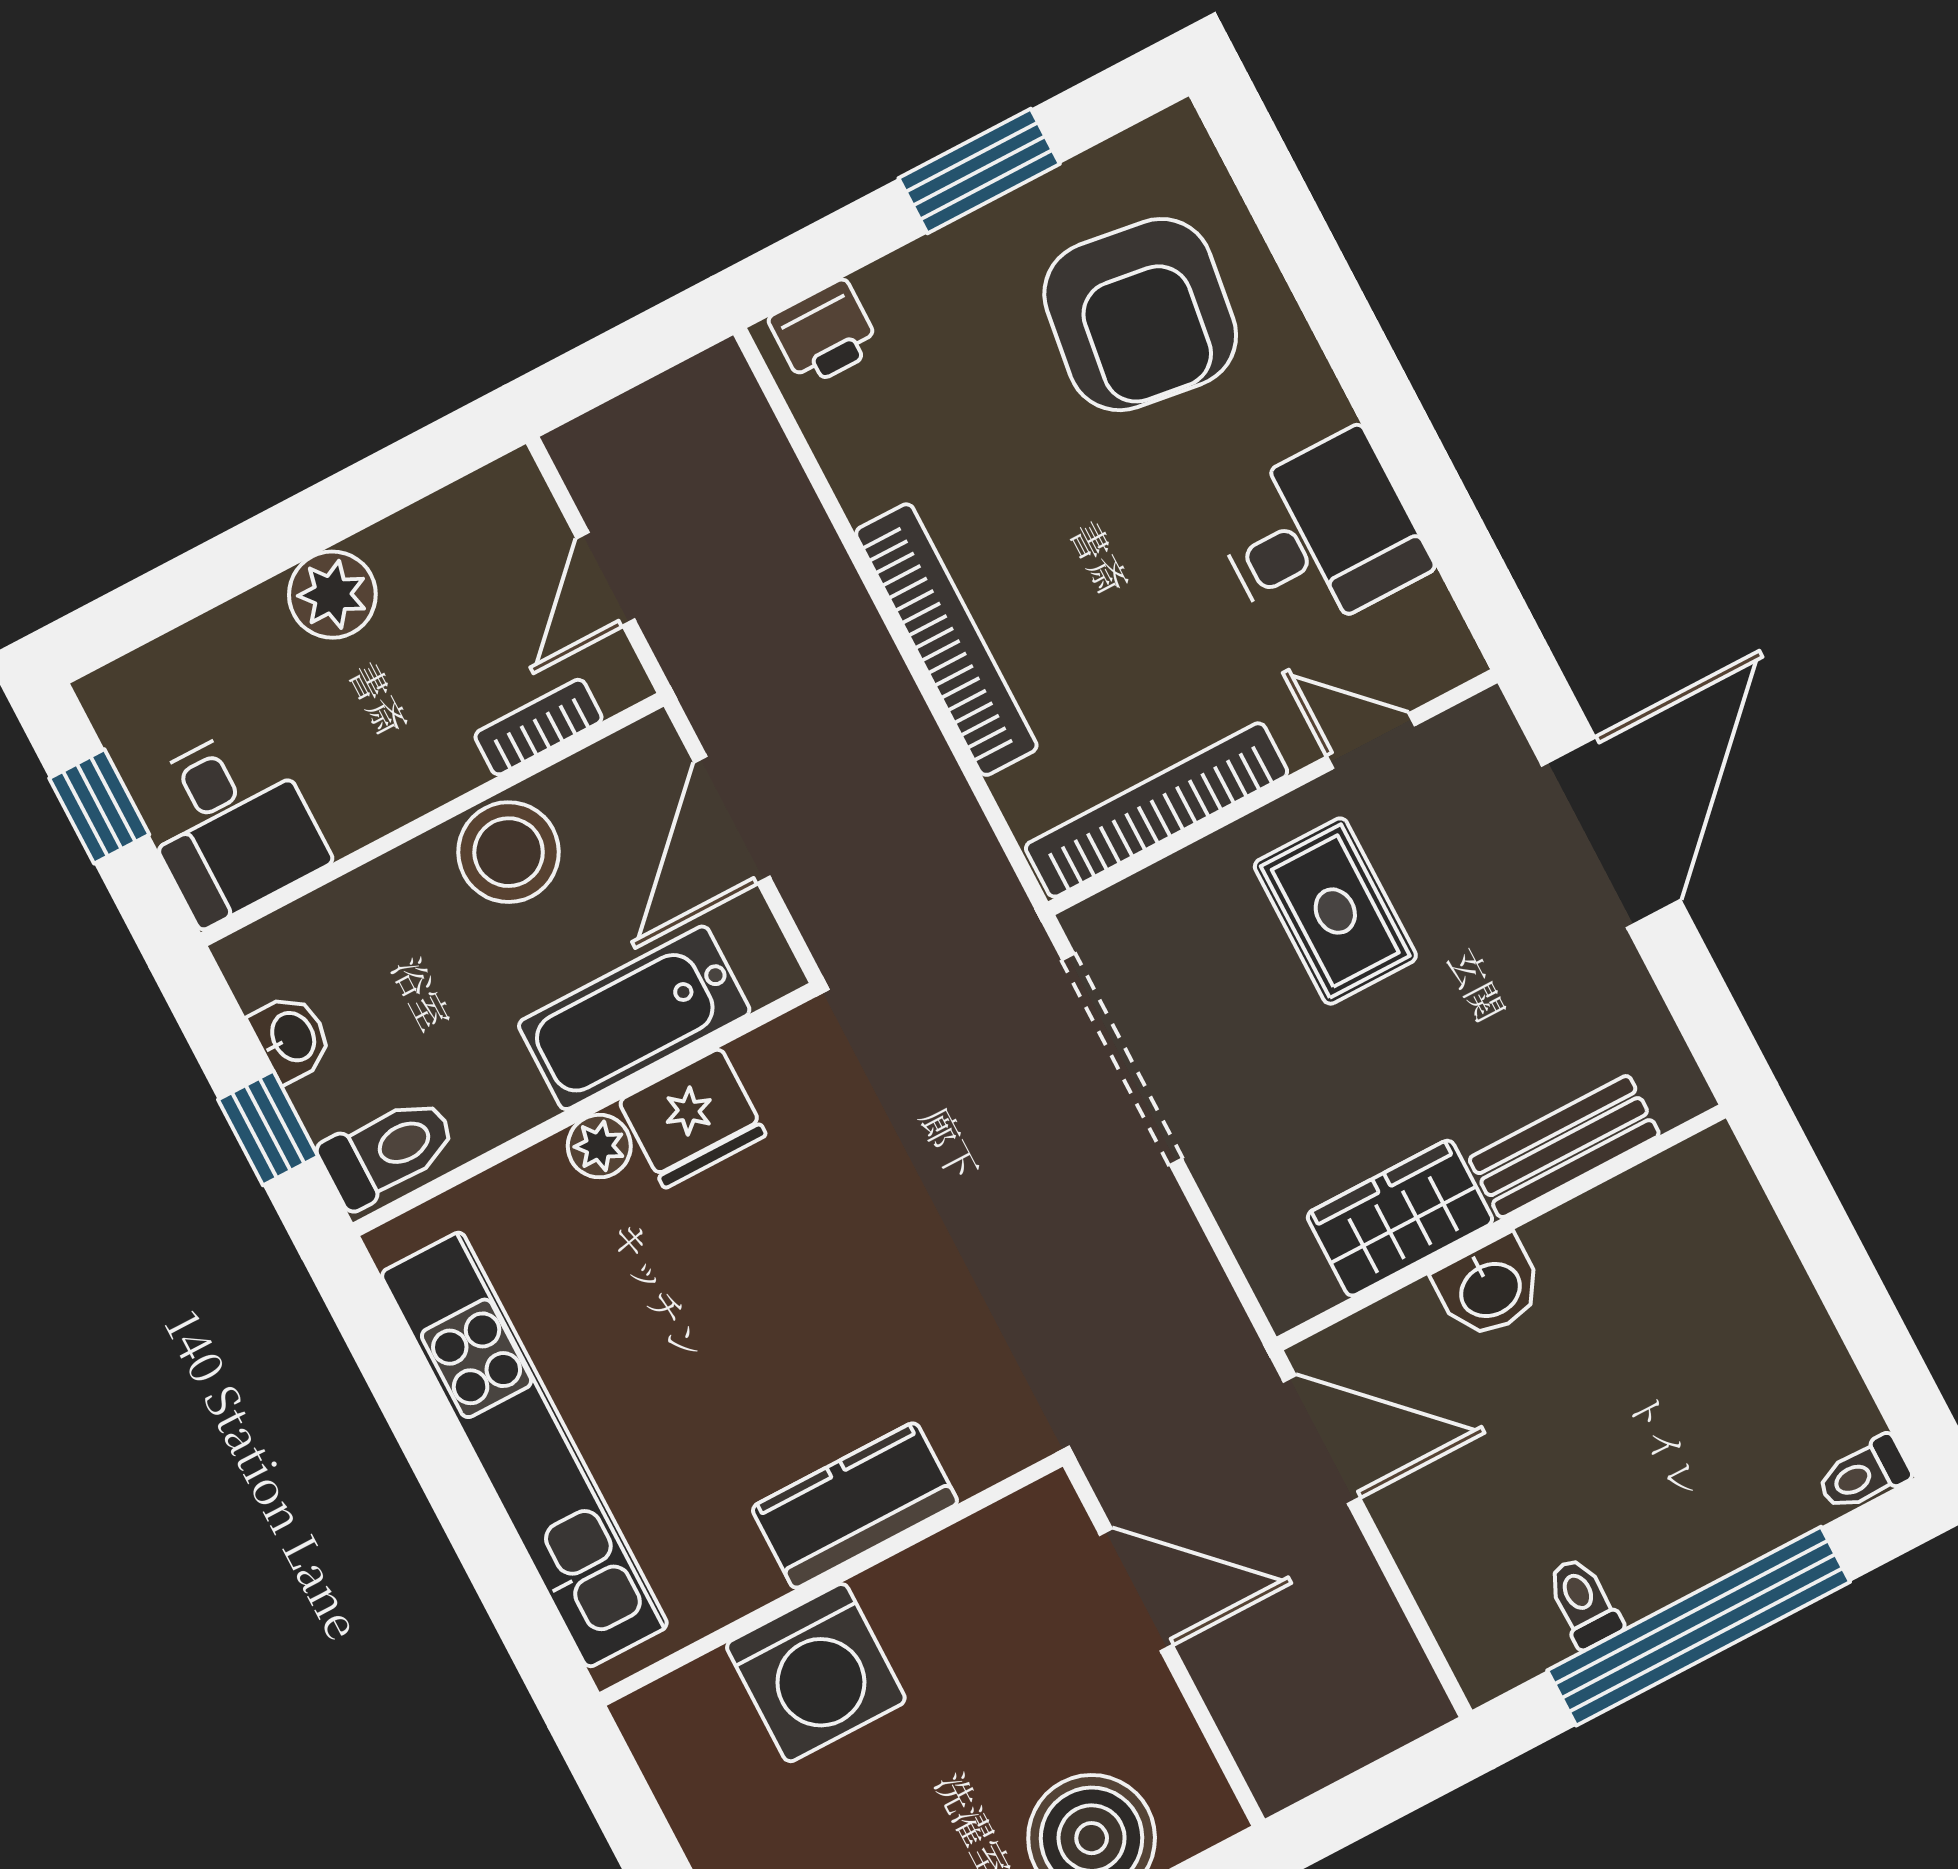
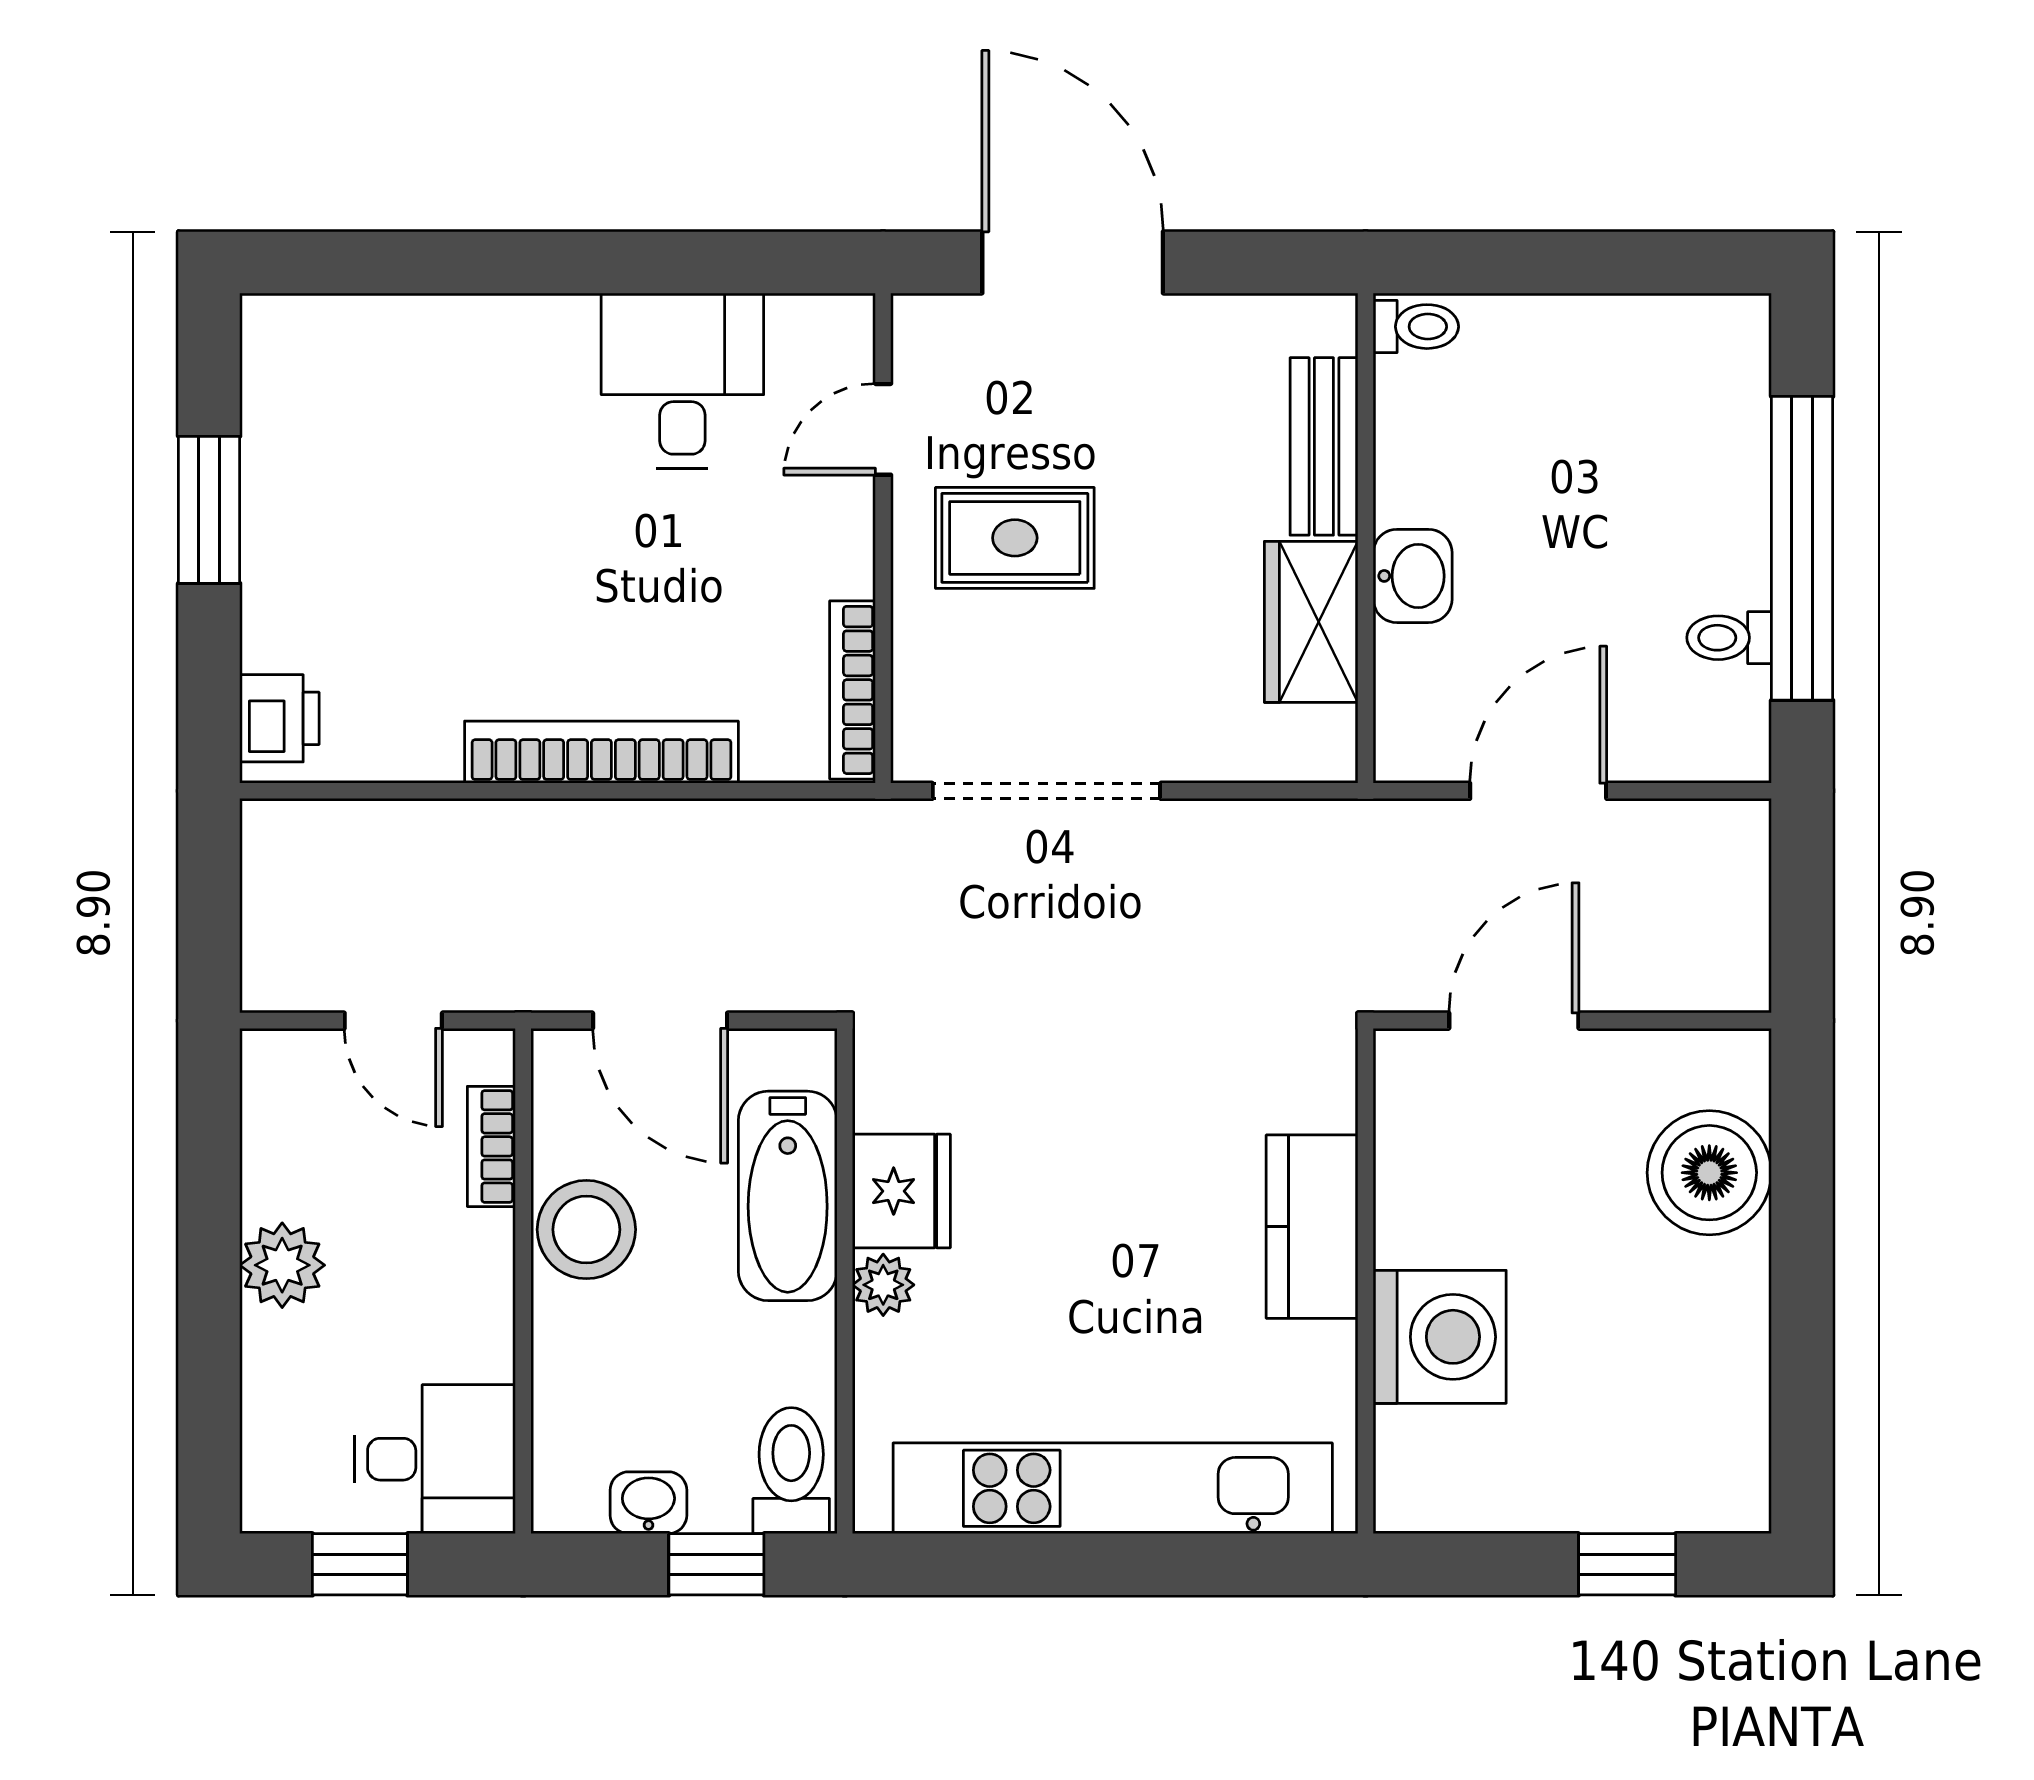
armchair: (1140, 315) -> (407, 435), removed
bookcase: (1157, 810) -> (853, 690), width x0.68, depth x0.76
door: (1322, 1440) -> (1538, 791), moved
toilet: (1864, 1474) -> (1416, 327), moved, turned -90

